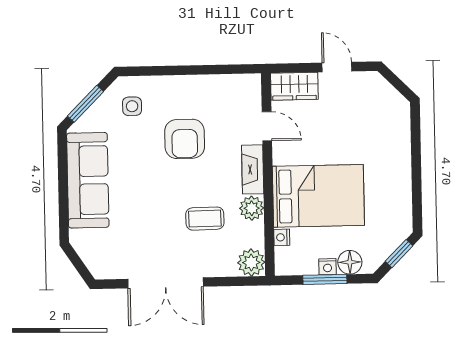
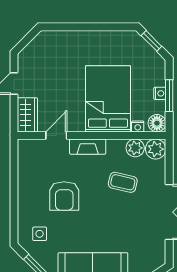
armchair: (185, 139) -> (64, 196), turned 90
plant: (252, 208) -> (135, 148), moved
coffee table: (205, 219) -> (123, 182), turned -76
floor lamp: (350, 262) -> (157, 123), moved

